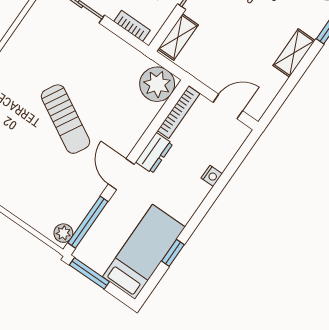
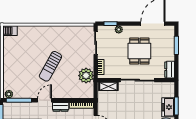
plant: (157, 84) -> (86, 76), moved

